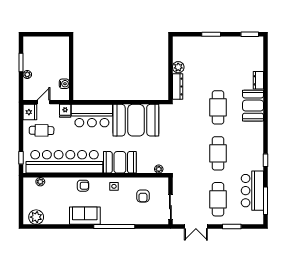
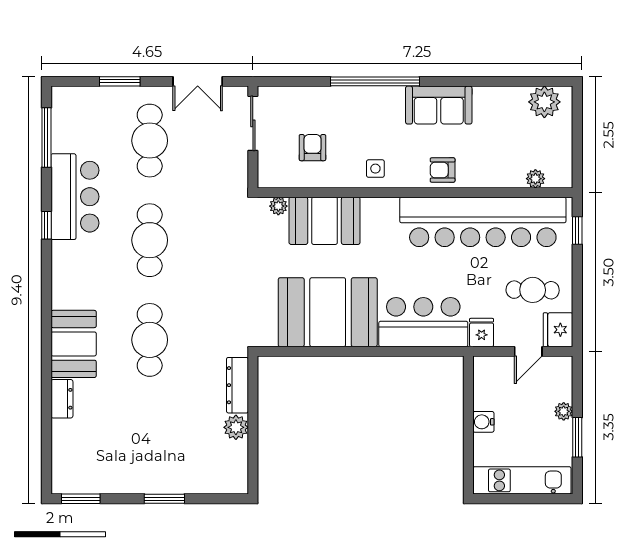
kitchen unit: (46, 43) -> (522, 480), added
water cooler: (64, 84) -> (483, 422), moved
booth: (120, 162) -> (325, 221), moved
bar counter: (252, 191) -> (75, 197), moved
double door: (196, 226) -> (198, 81), swing flipped

